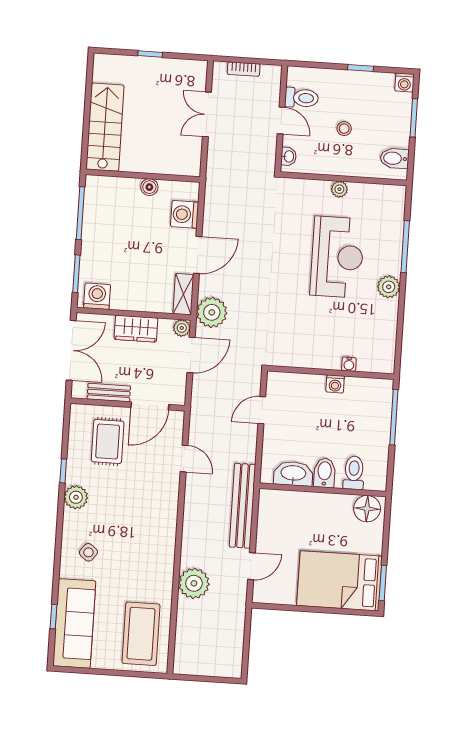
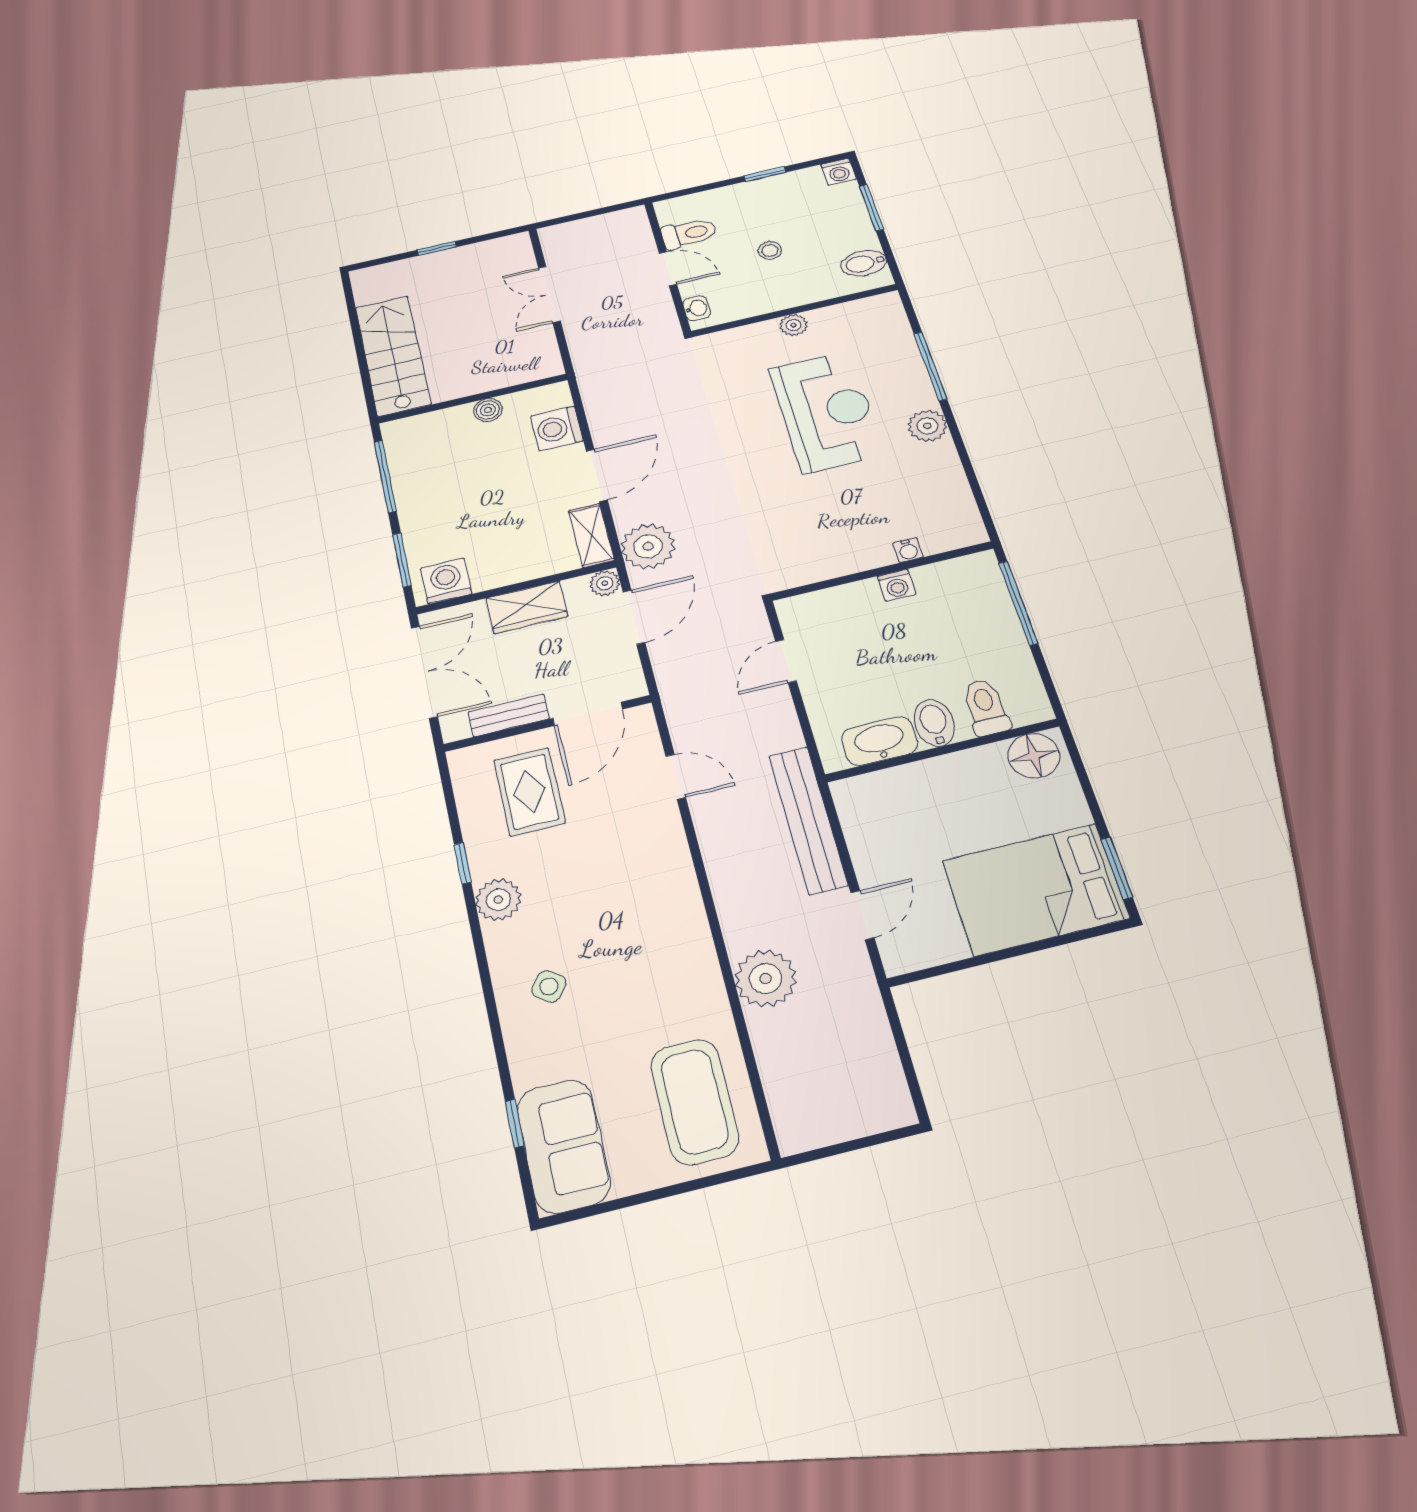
bookcase: (244, 69) -> (587, 225), removed
sofa: (74, 623) -> (563, 1146), width x0.73

